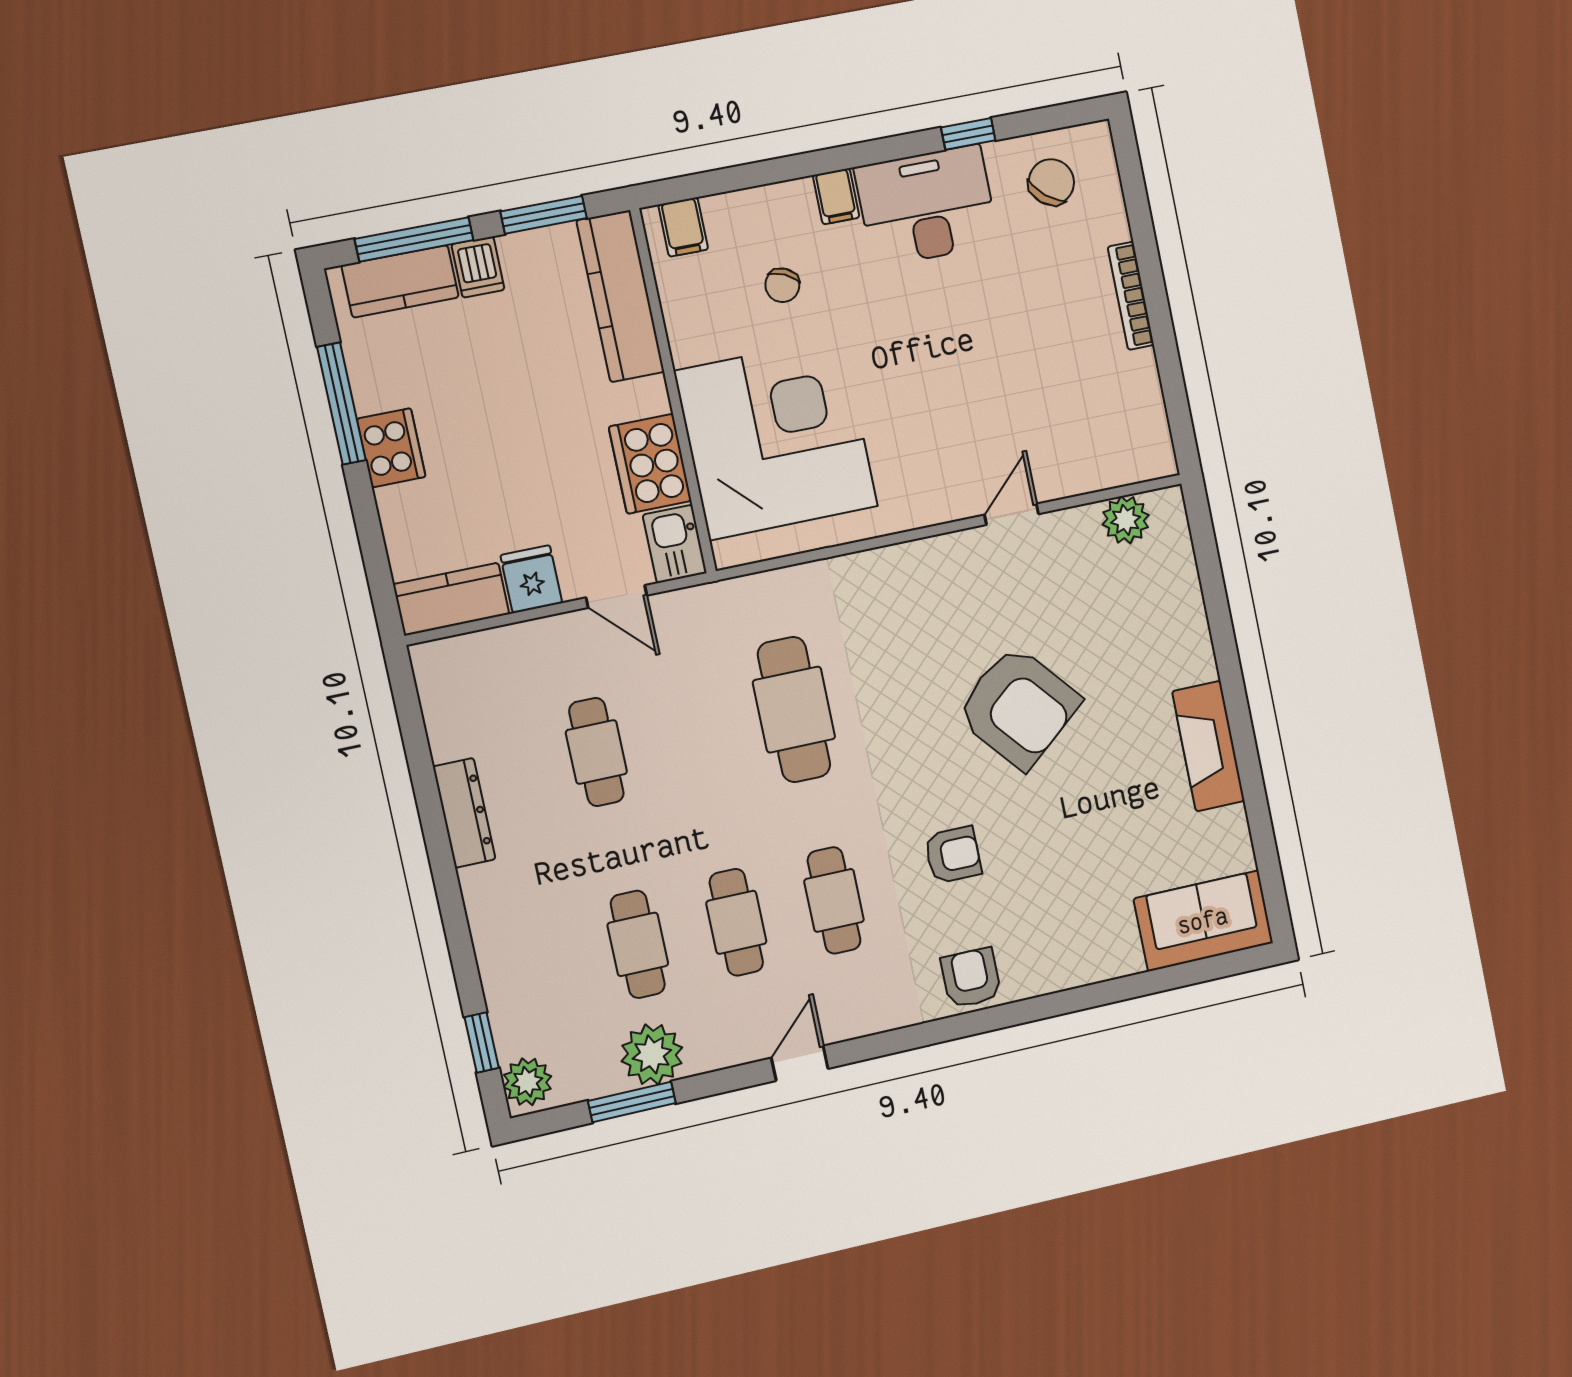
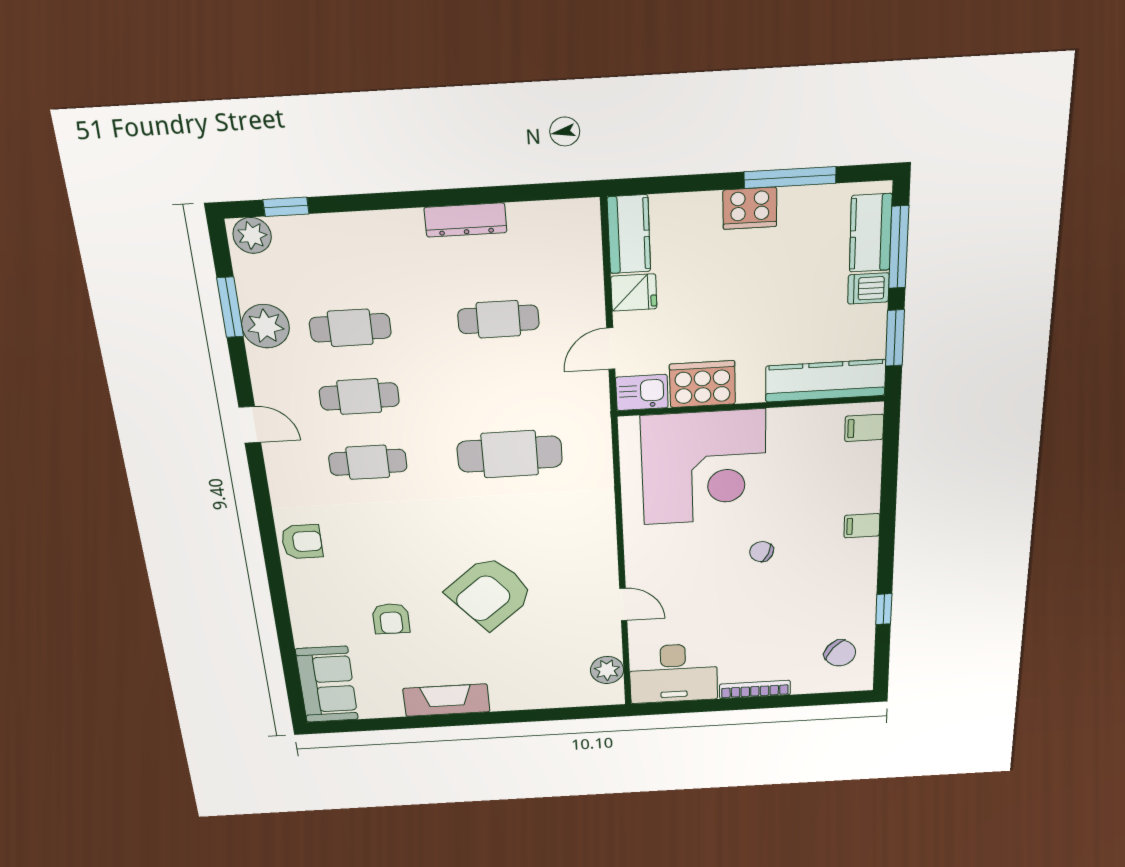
desk: (927, 206) -> (673, 673), moved, turned 90
chair: (782, 285) -> (762, 552), moved
armchair: (953, 855) -> (391, 619), moved

